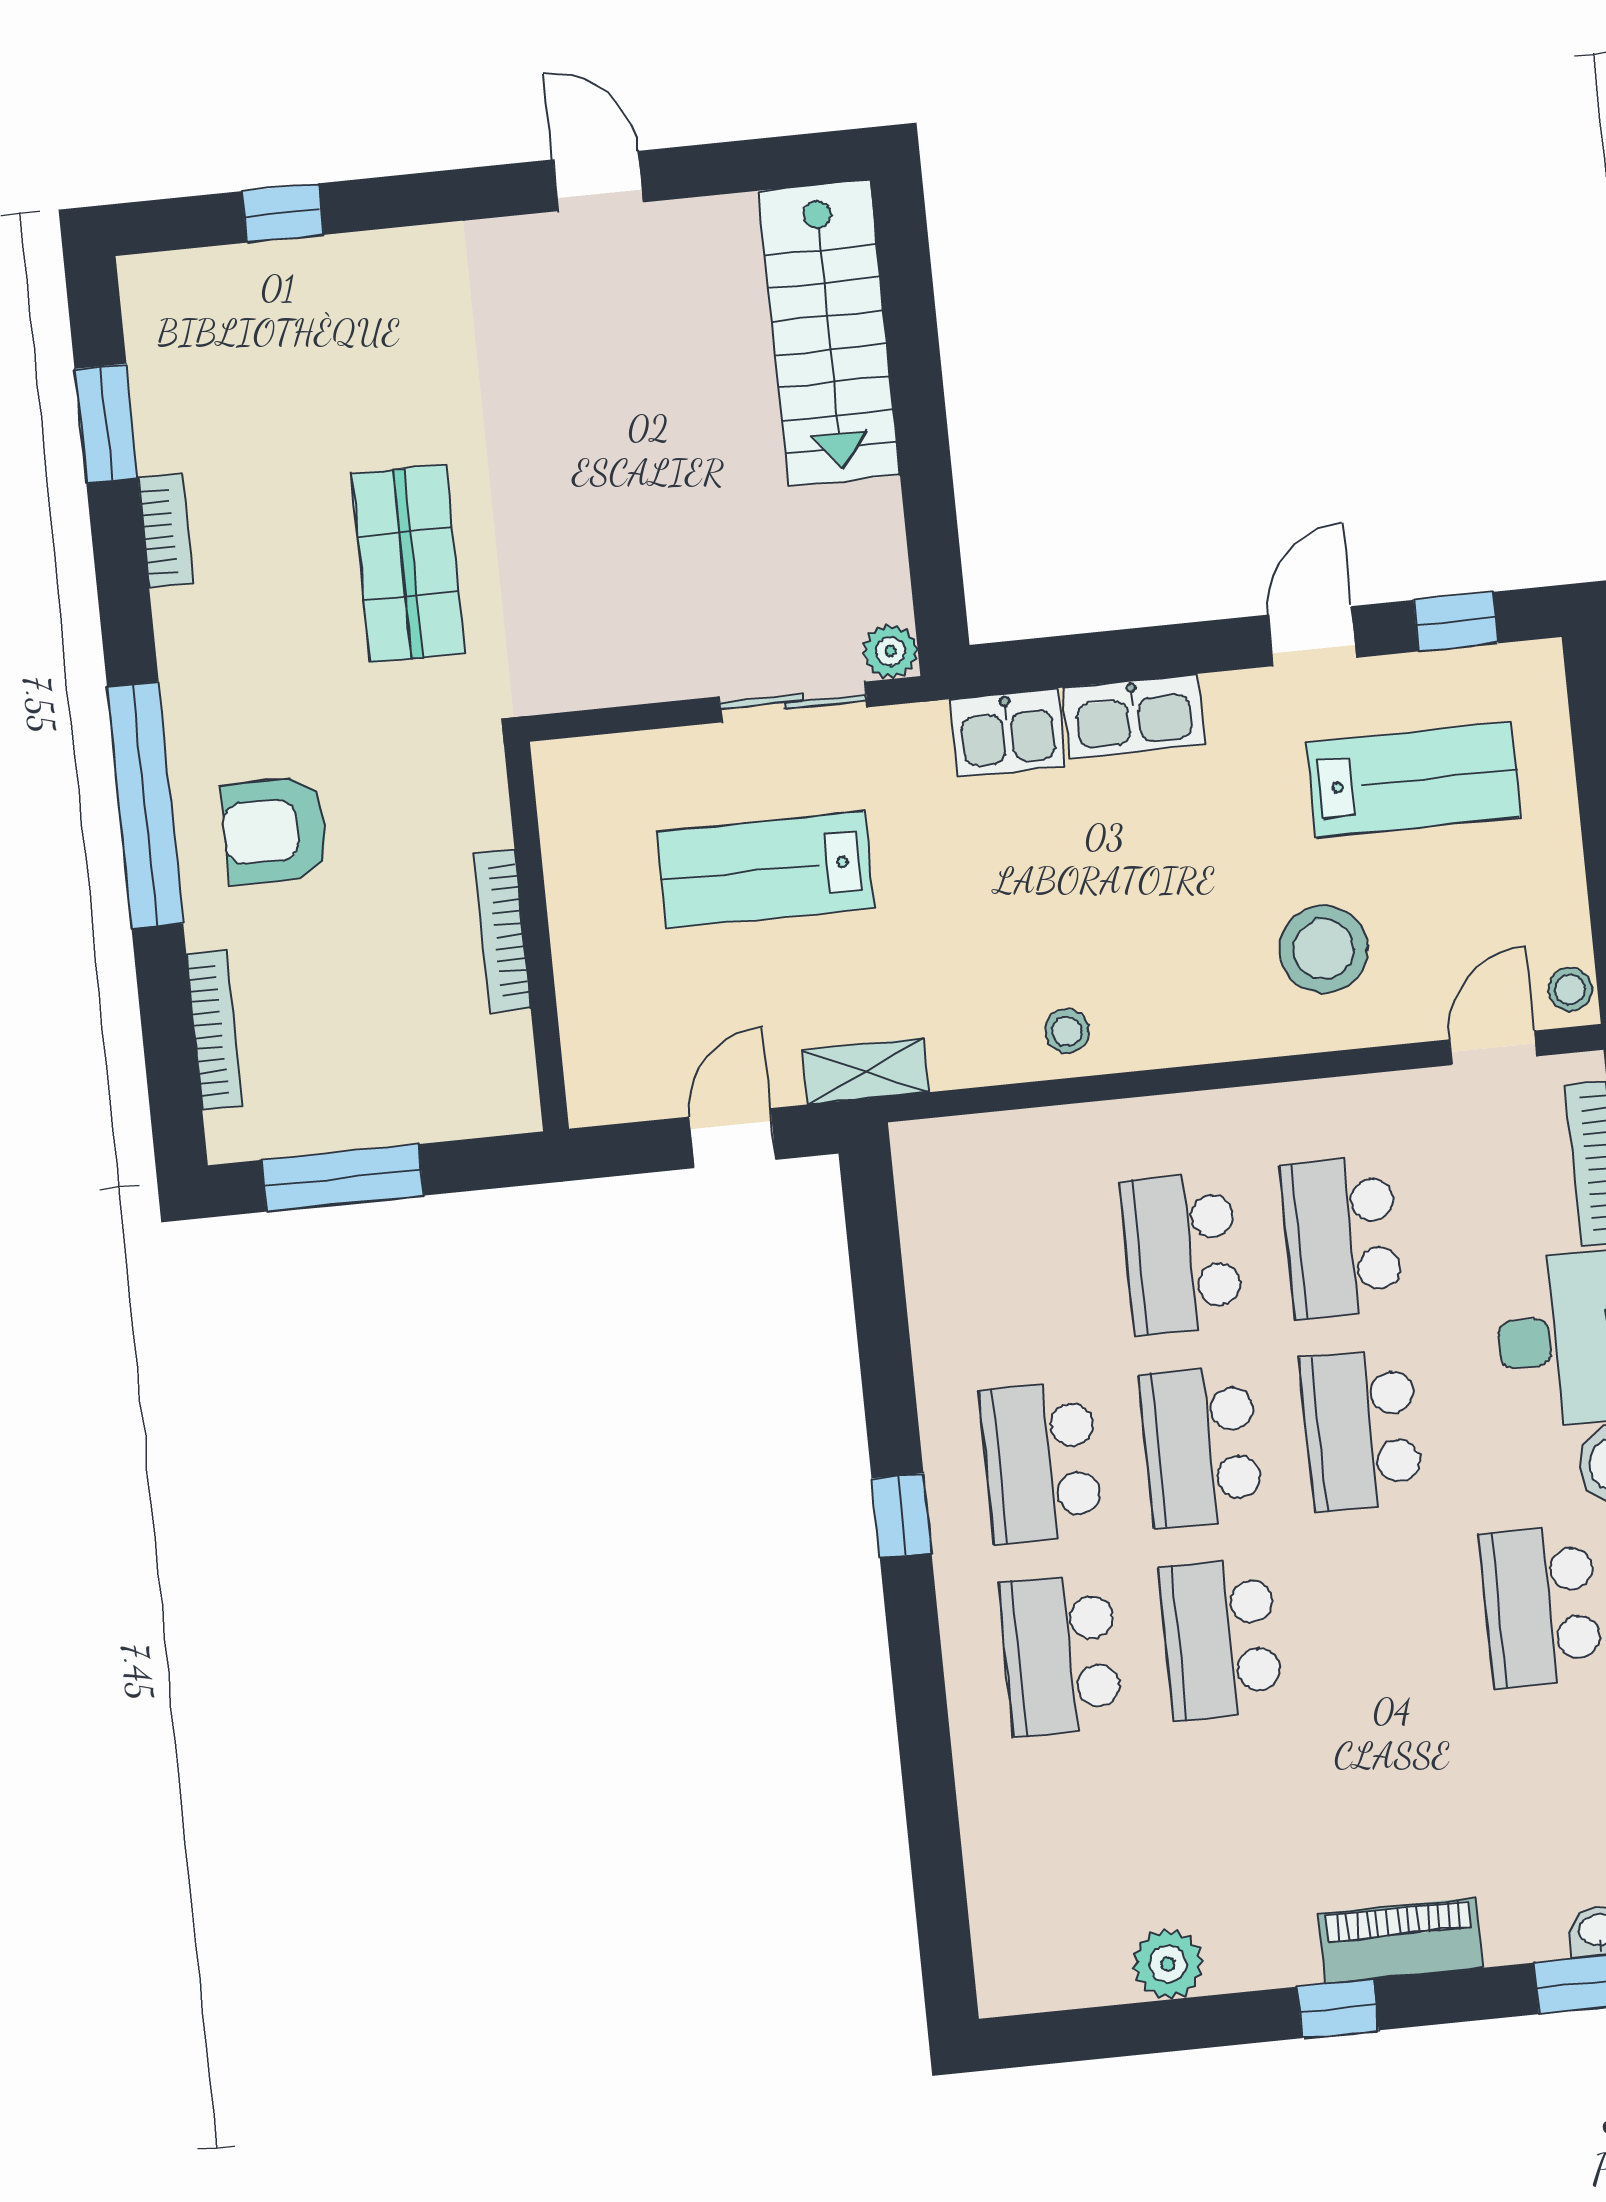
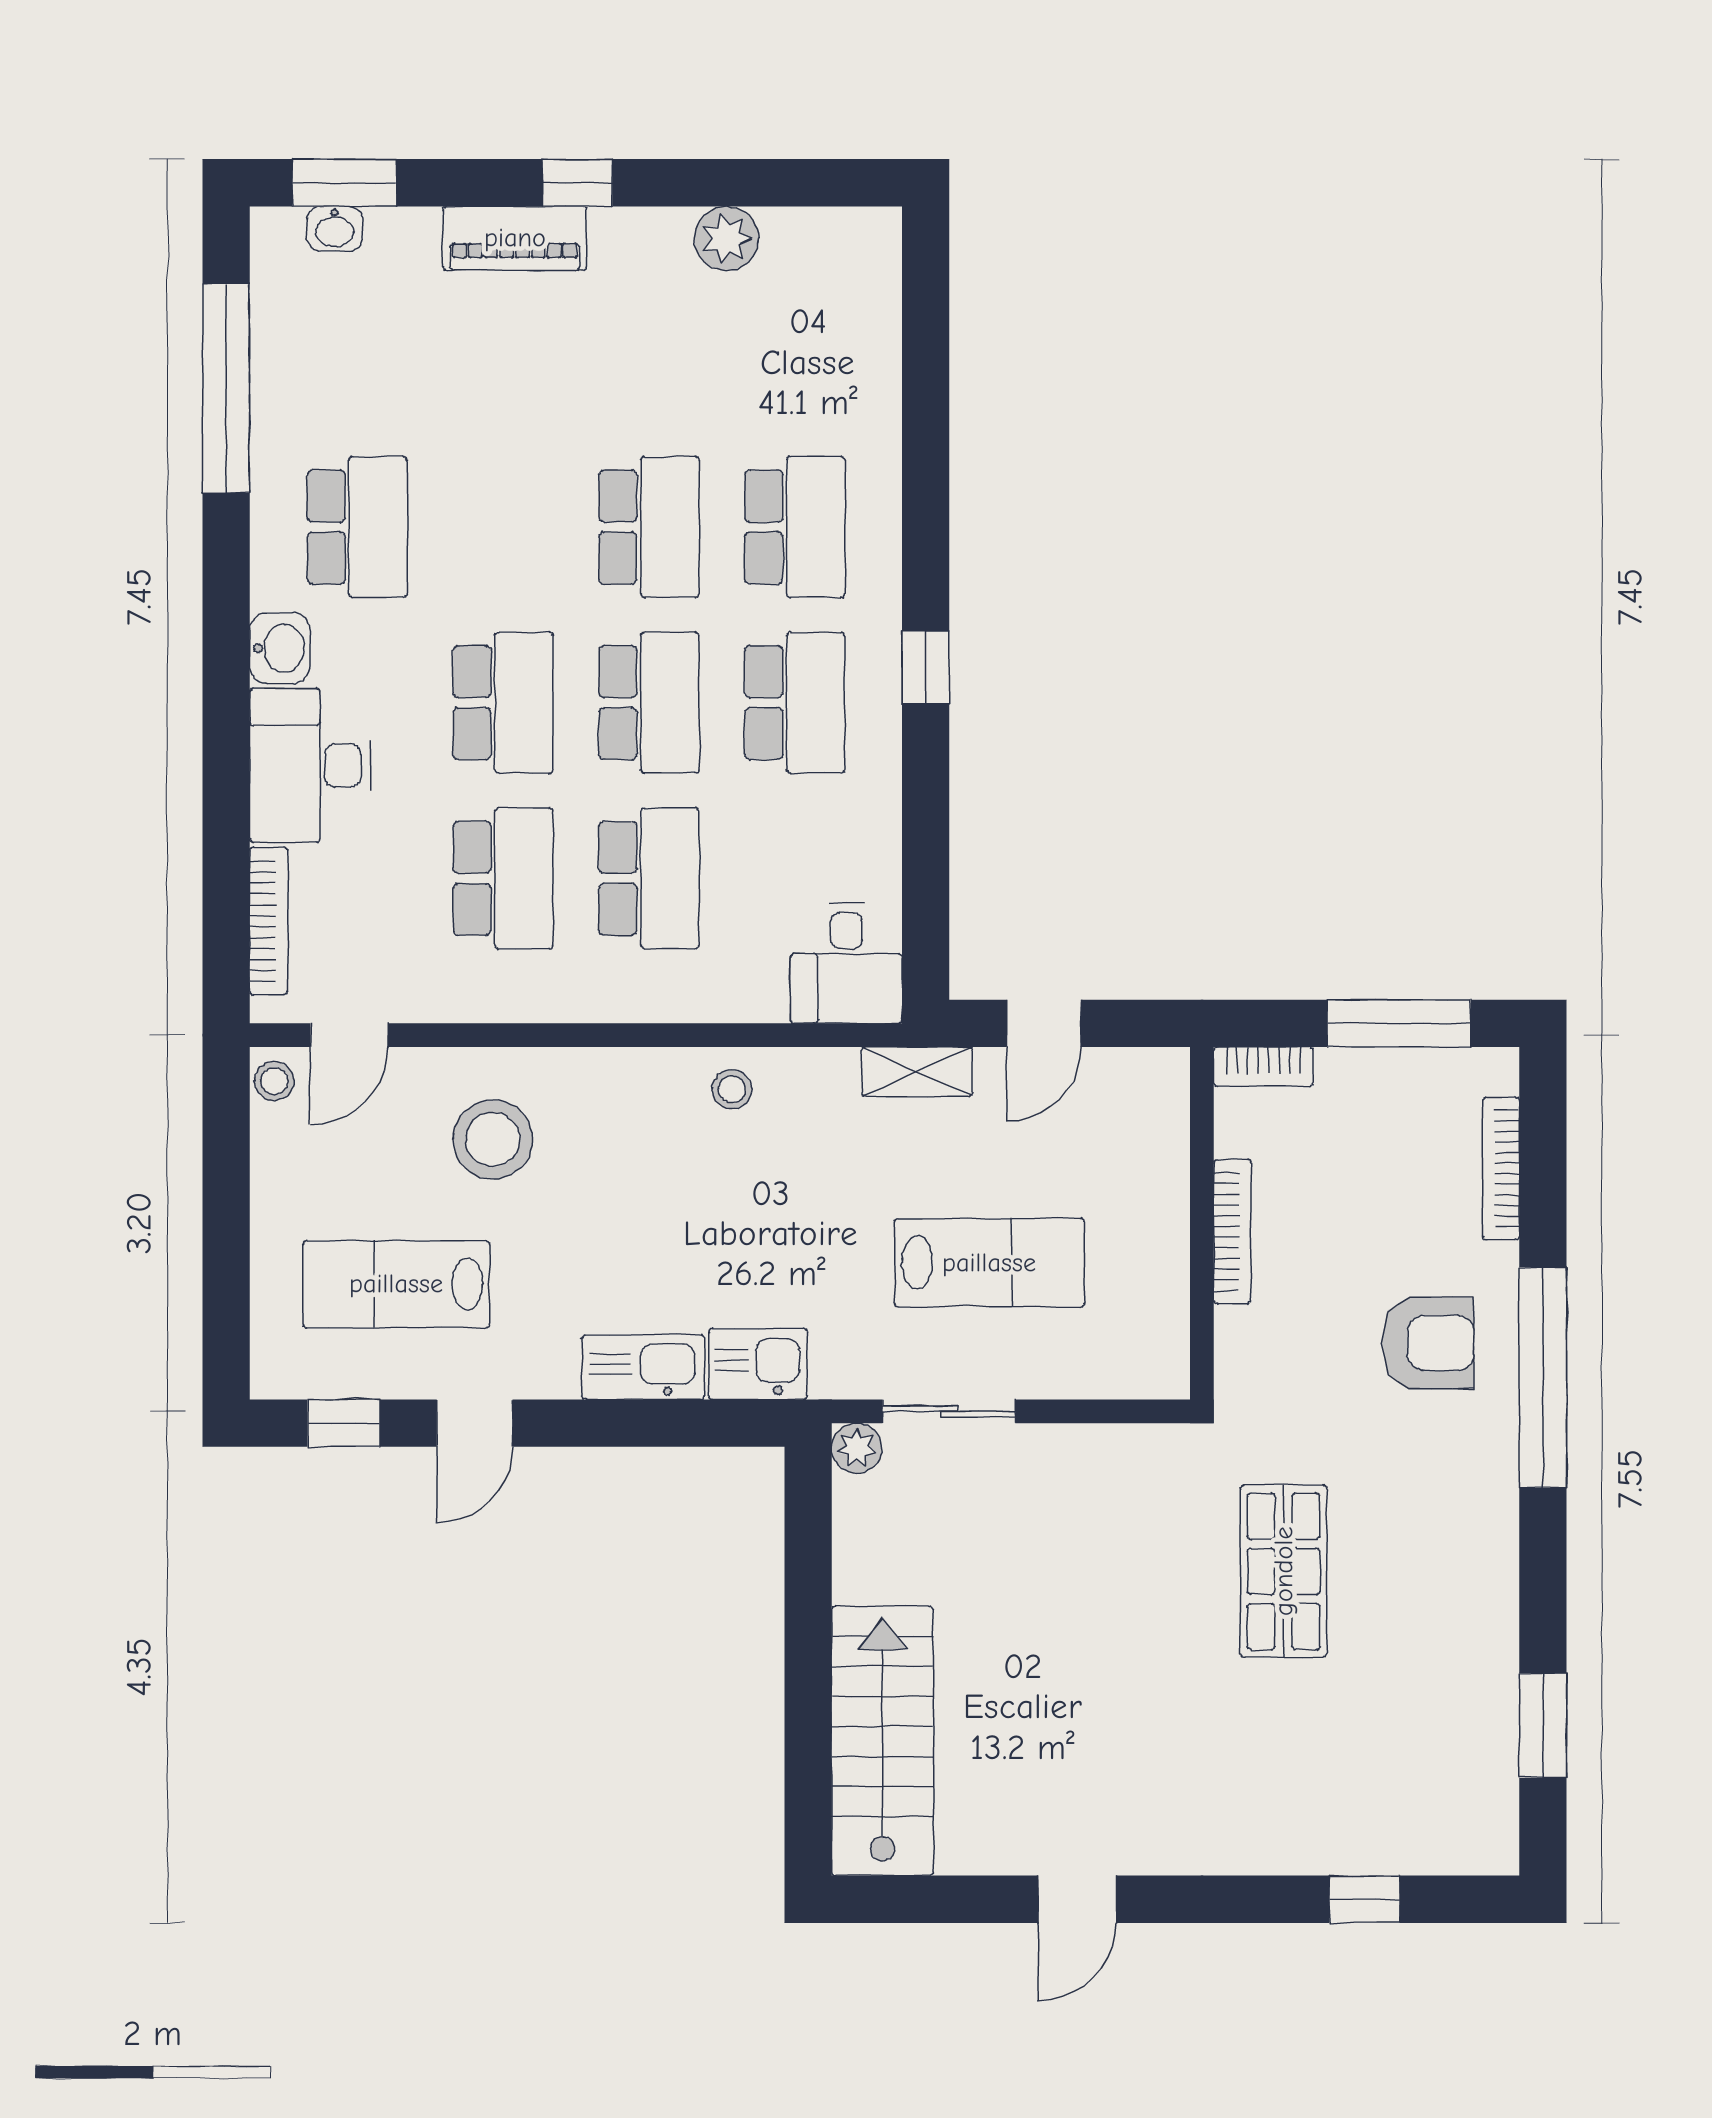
door: (598, 181) -> (1077, 1899), hinge flipped
bookcase: (165, 531) -> (1263, 1067), moved, turned -90
desk: (956, 1182) -> (846, 963), added

